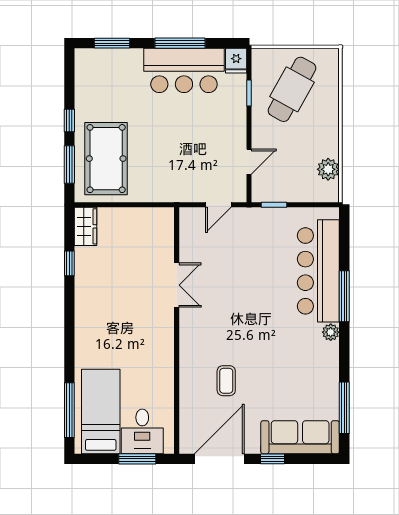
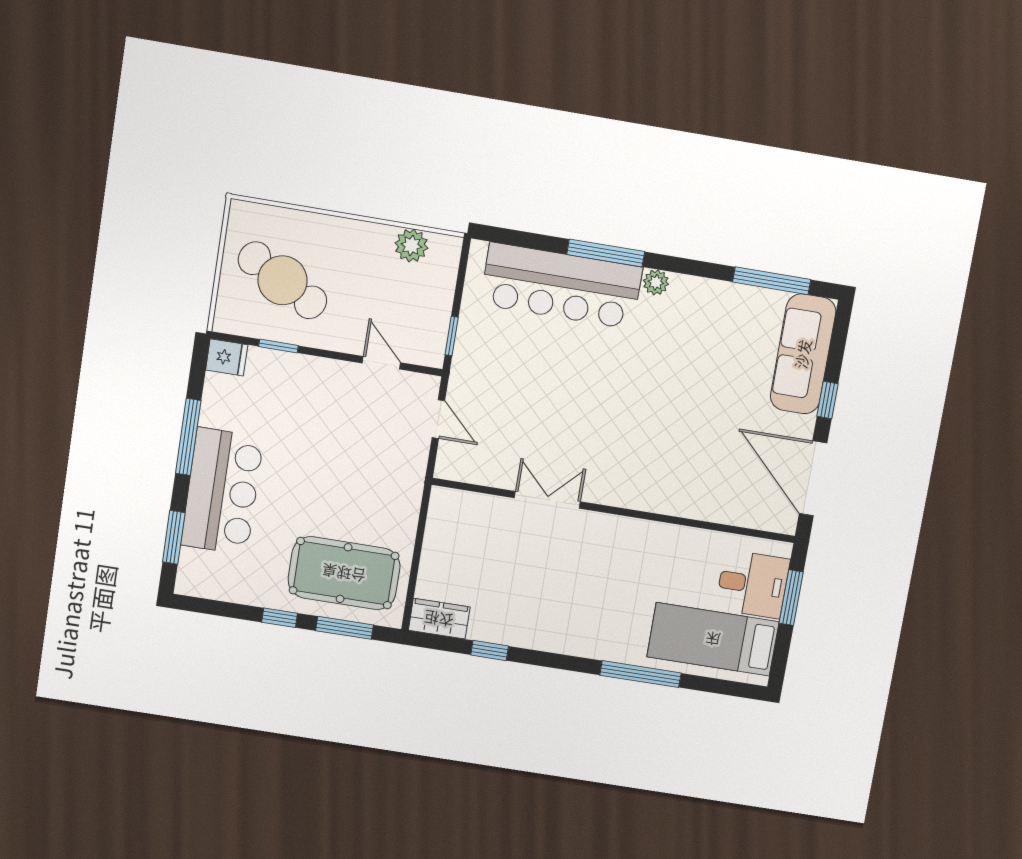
bar counter: (184, 70) -> (222, 491), moved
coffee table: (226, 381) -> (701, 450), removed
window: (69, 410) -> (640, 674), moved

